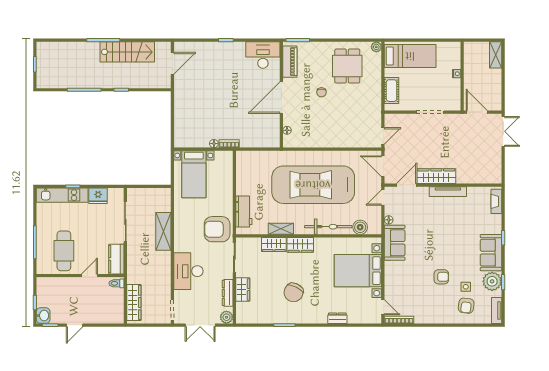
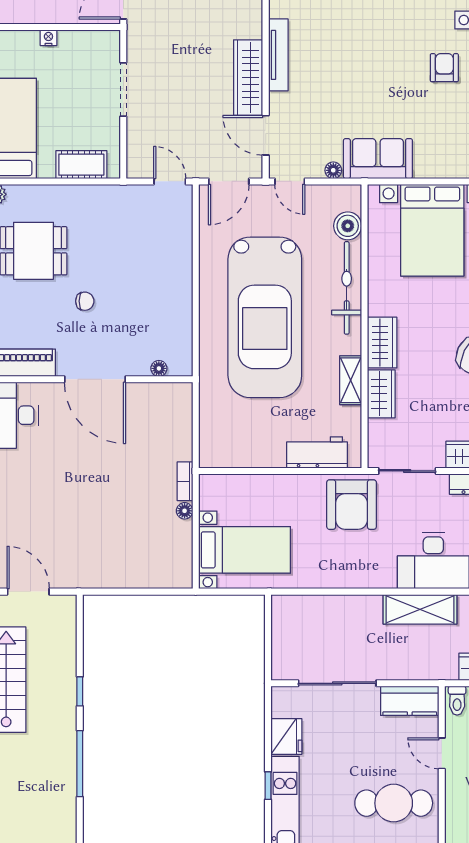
shelving: (163, 231) -> (420, 609), moved

